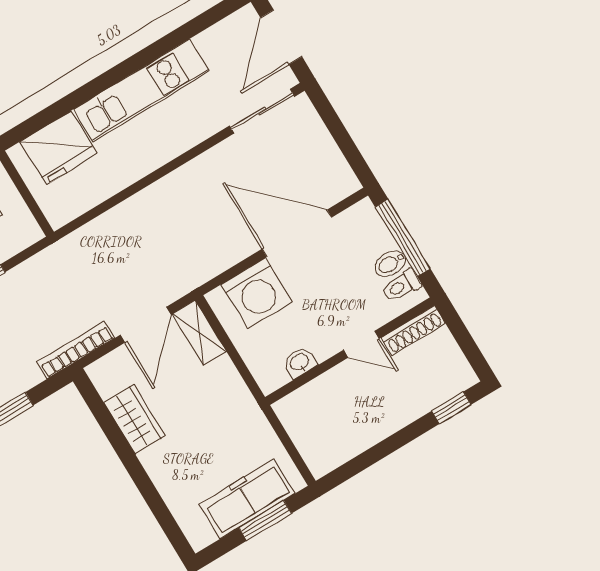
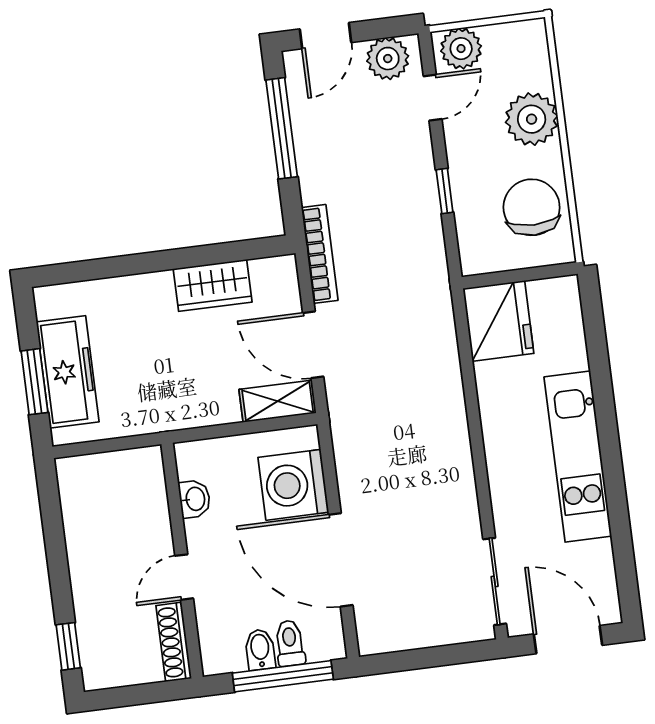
fridge: (59, 148) -> (498, 321), moved, turned 180
door: (297, 233) -> (341, 560), swing flipped
toilet: (401, 286) -> (290, 643), moved

